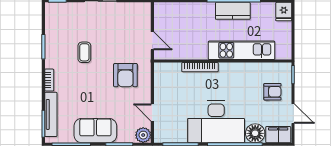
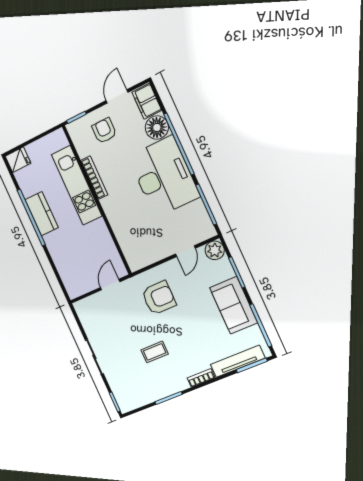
bookcase: (200, 67) -> (94, 178), moved

